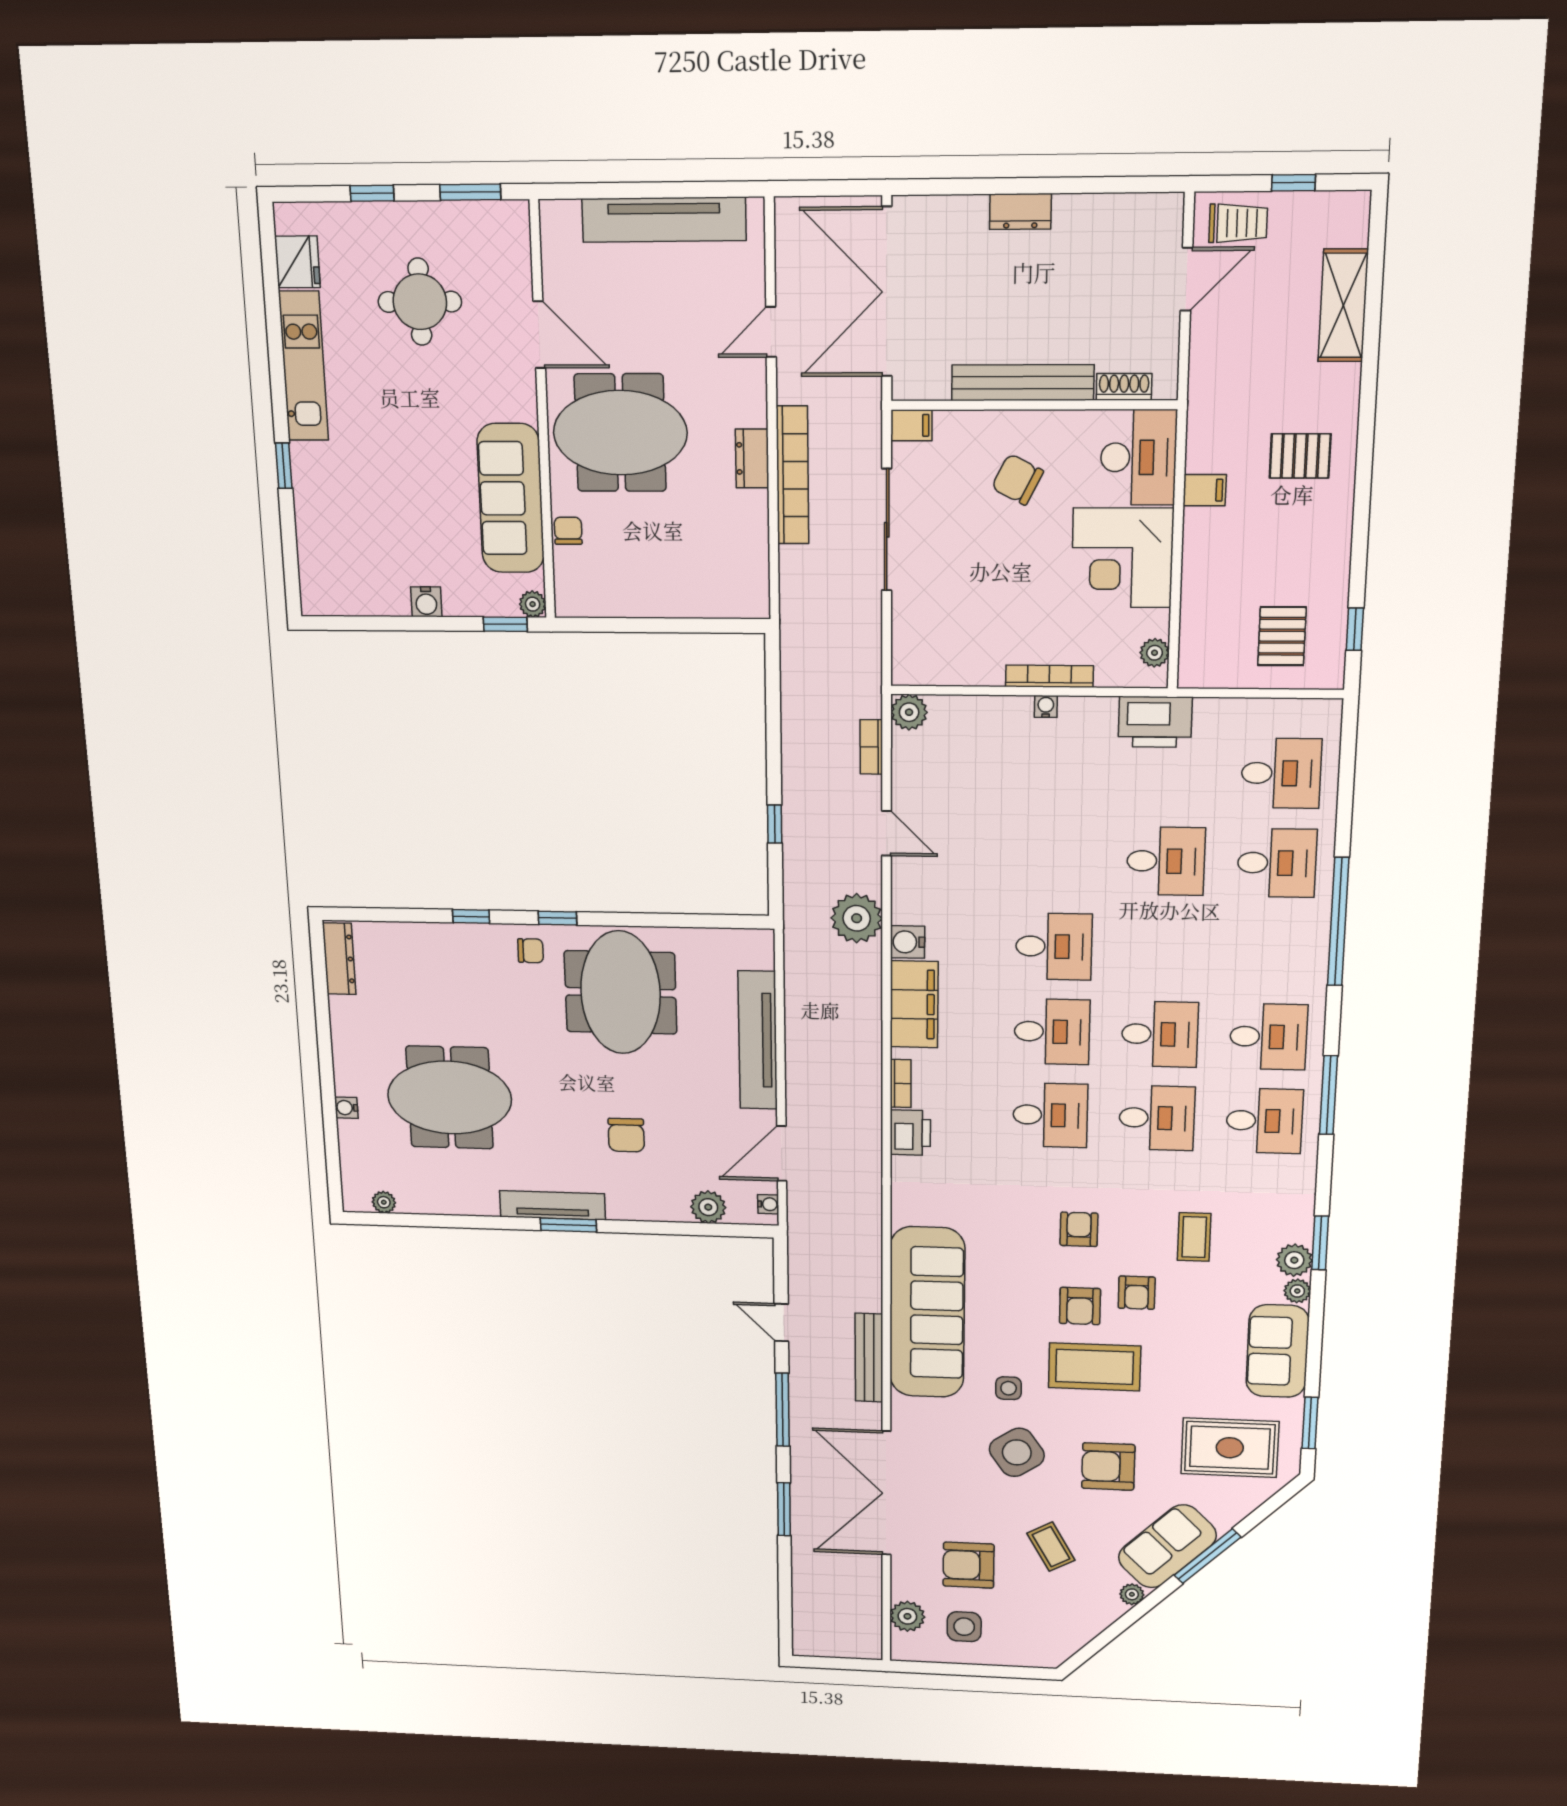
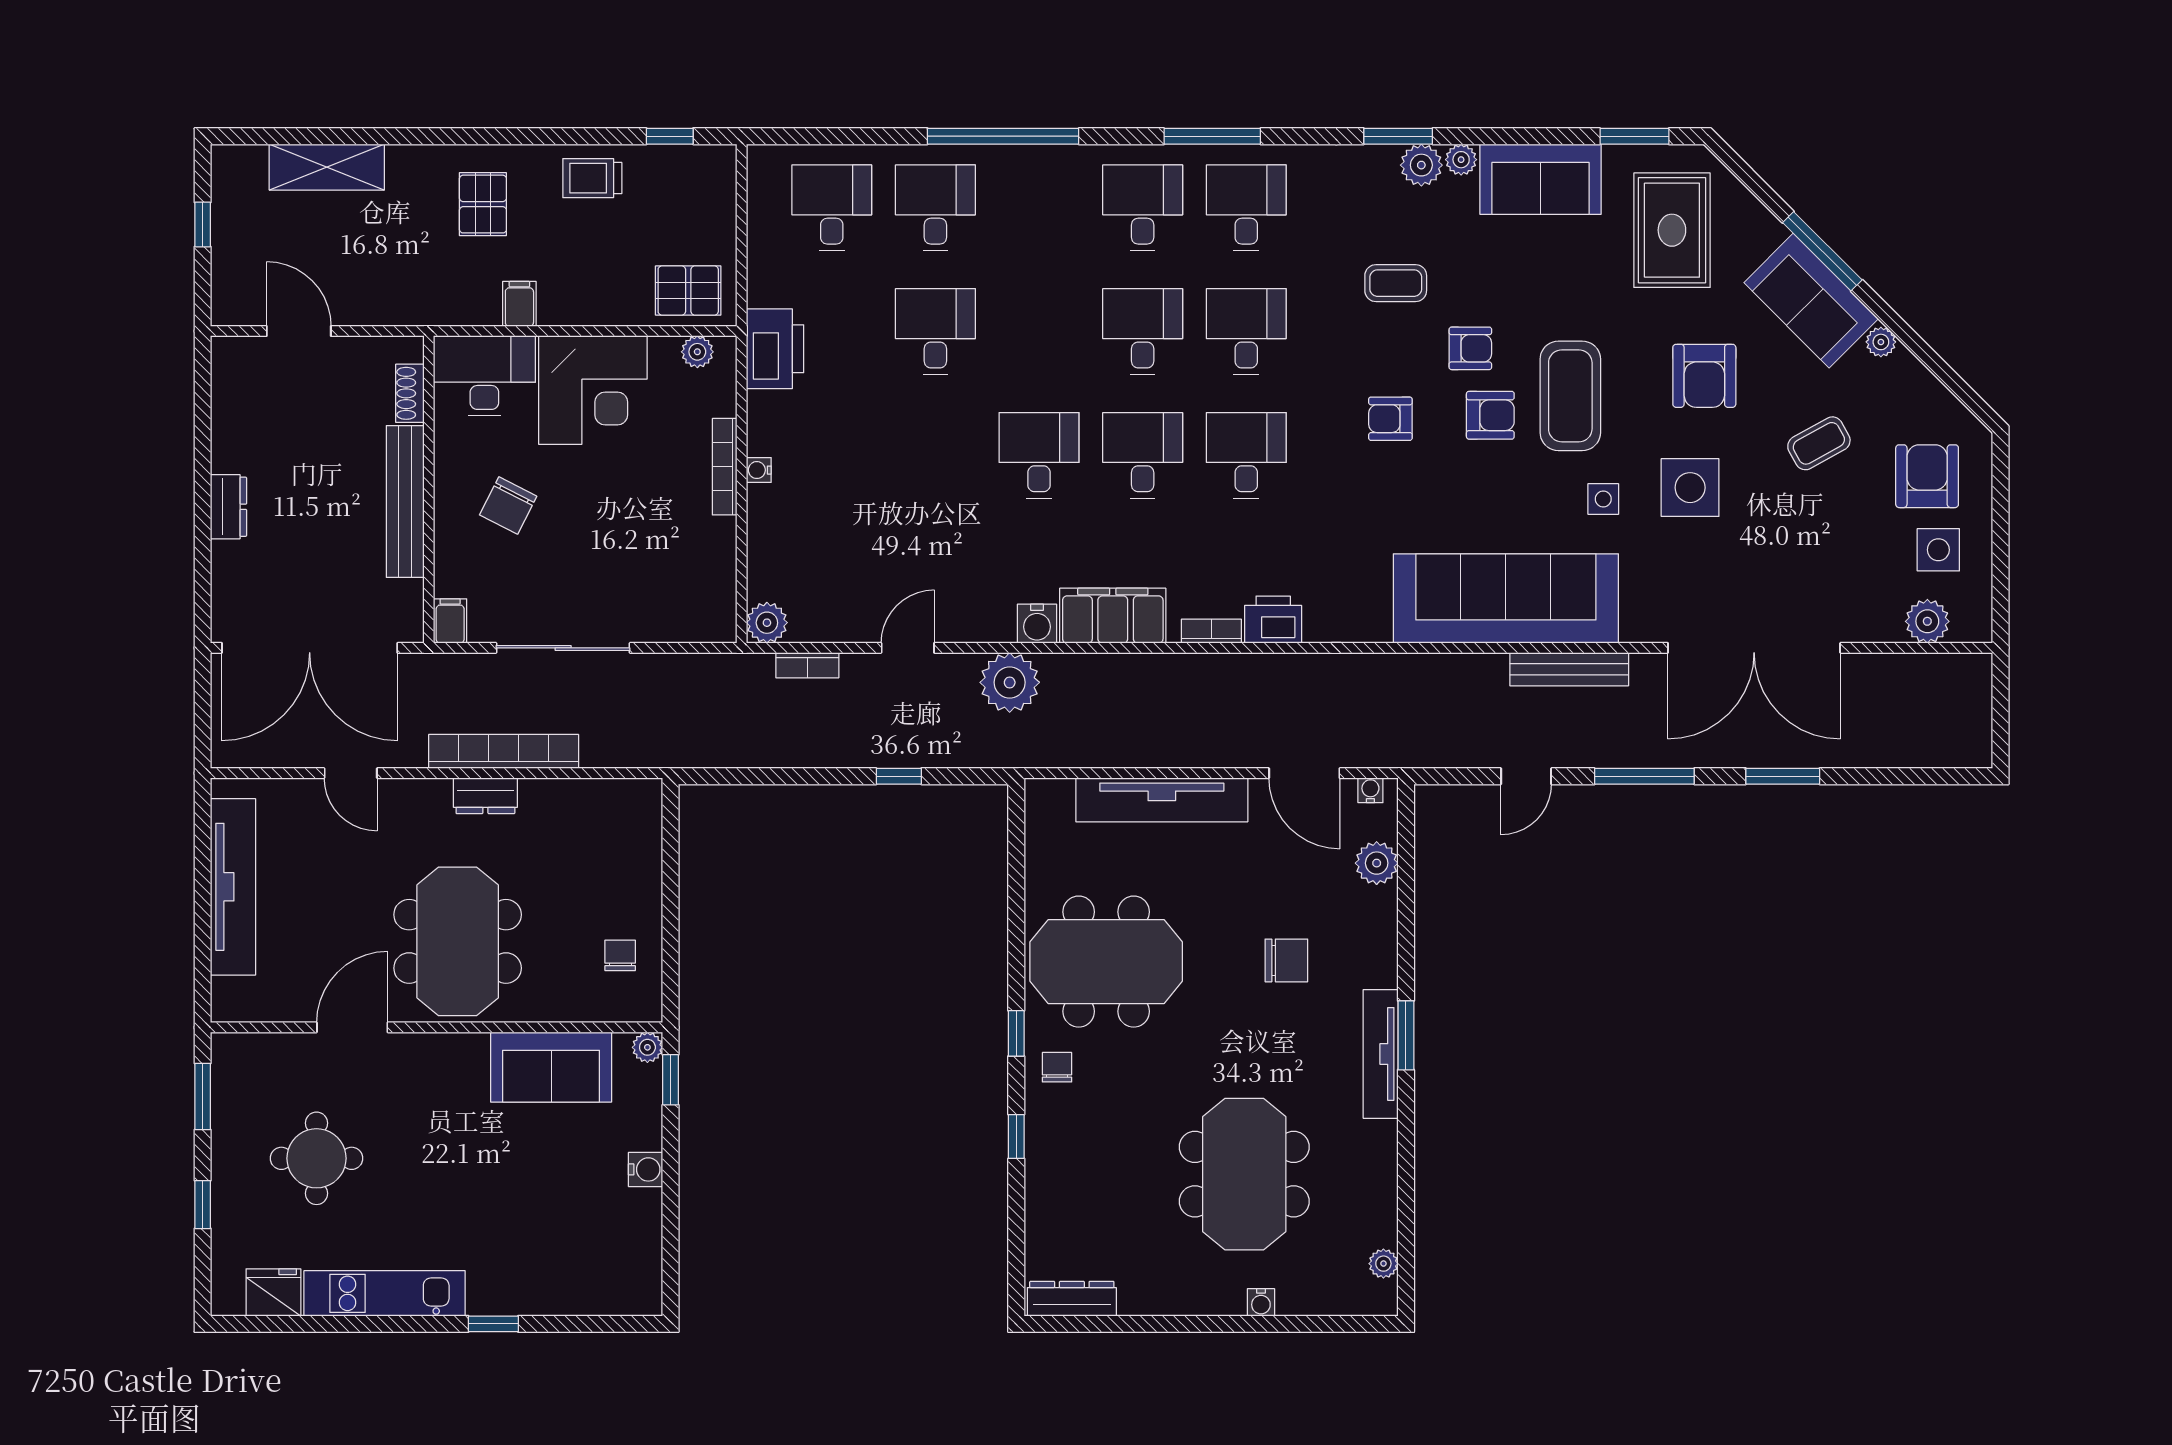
trolley: (1238, 223) -> (592, 178), moved, turned -90
sofa: (511, 498) -> (551, 1067), width x0.73
chair: (568, 531) -> (620, 955), moved, turned 90
pallet: (1282, 636) -> (688, 290), moved
side table: (1017, 1452) -> (1690, 488), turned 34
armchair: (969, 1565) -> (1927, 476), moved, turned 180

